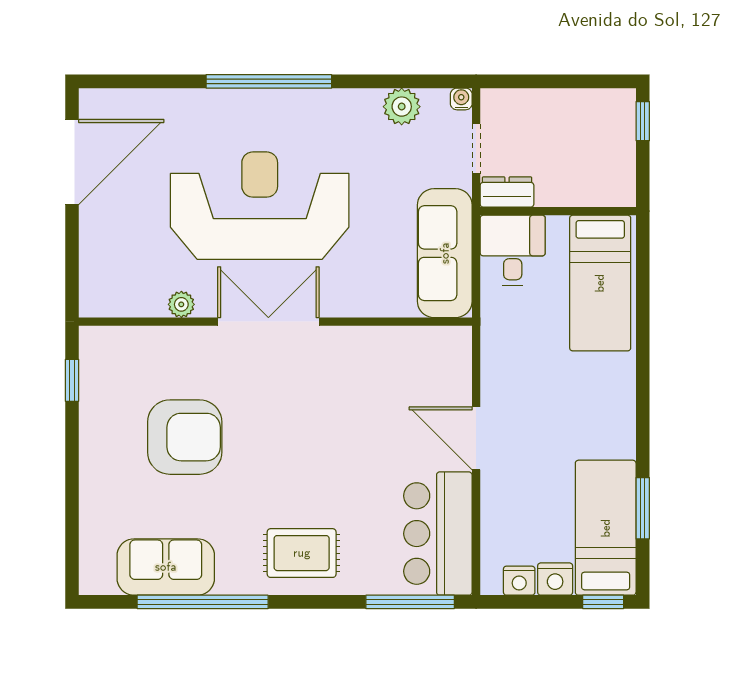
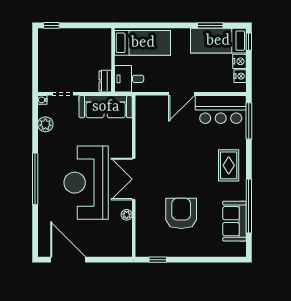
dresser: (507, 192) -> (105, 81), moved
wall: (558, 211) -> (113, 60), moved
desk: (513, 250) -> (129, 79), moved
bed: (600, 283) -> (143, 43), moved

